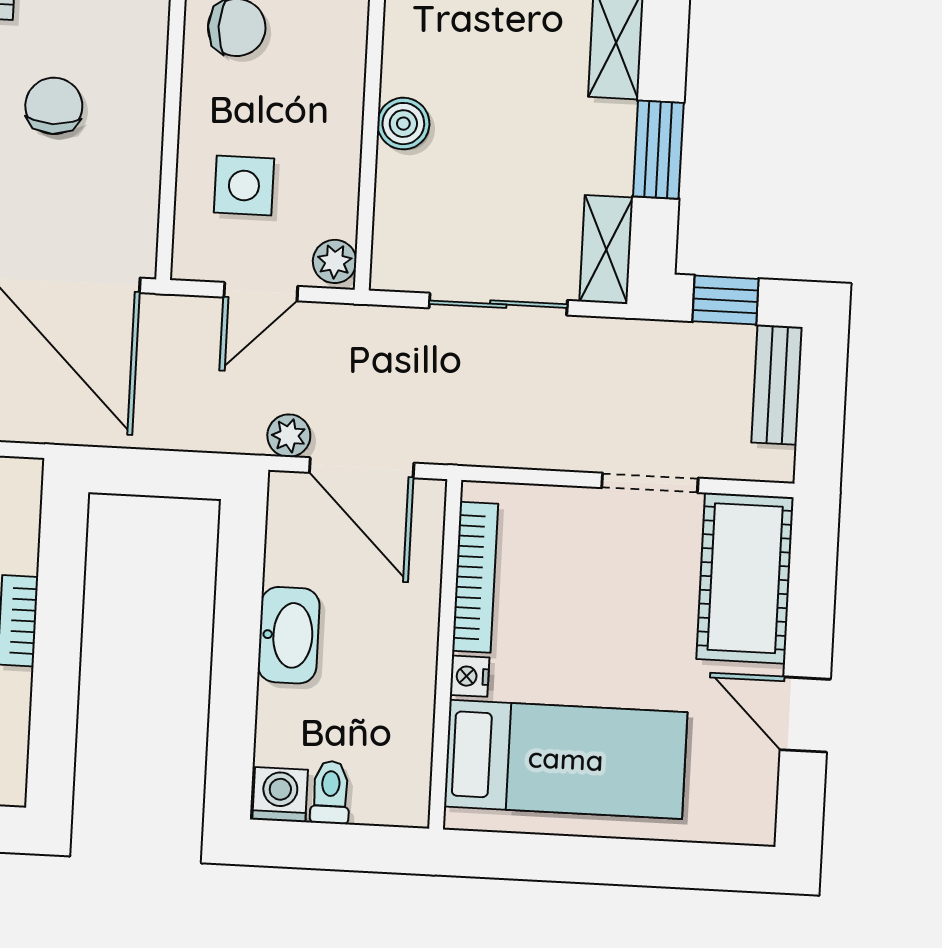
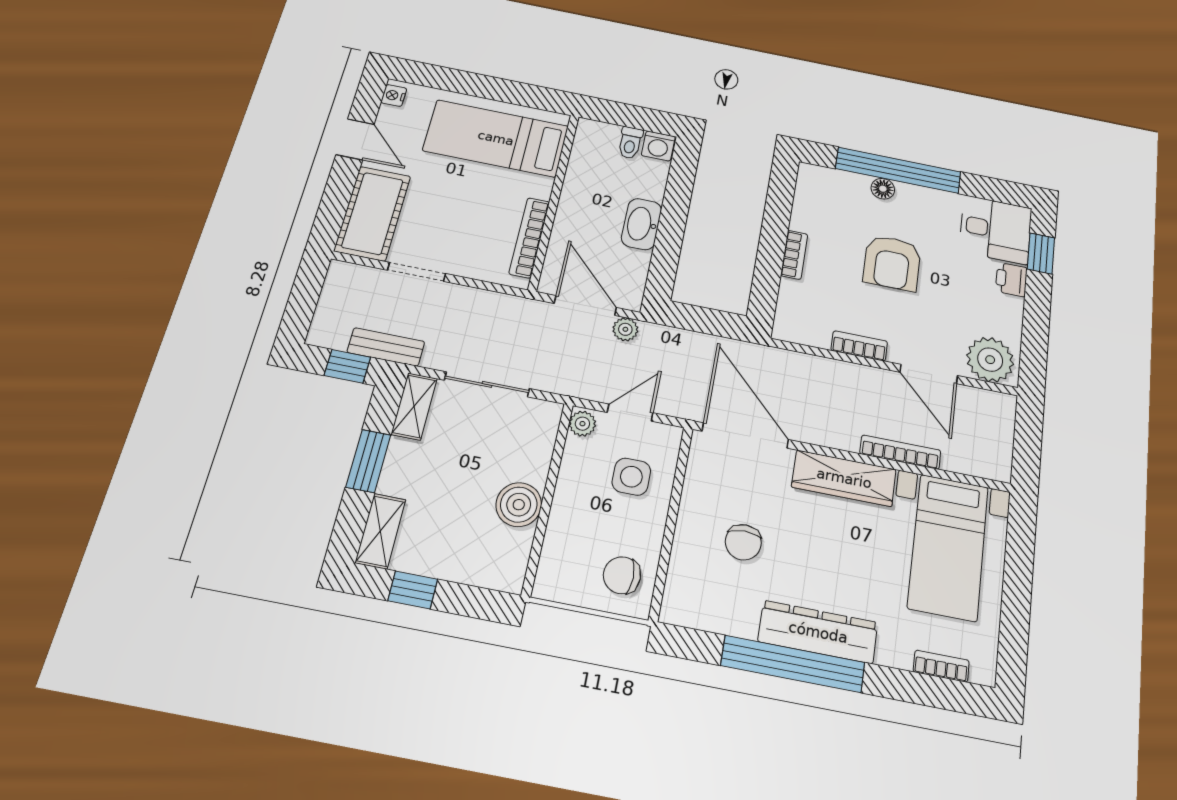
boiler: (403, 124) -> (519, 505), width x1.36, depth x1.36
bench: (777, 385) -> (386, 347), moved, turned 90
nightstand: (470, 676) -> (394, 95), moved, turned 180

